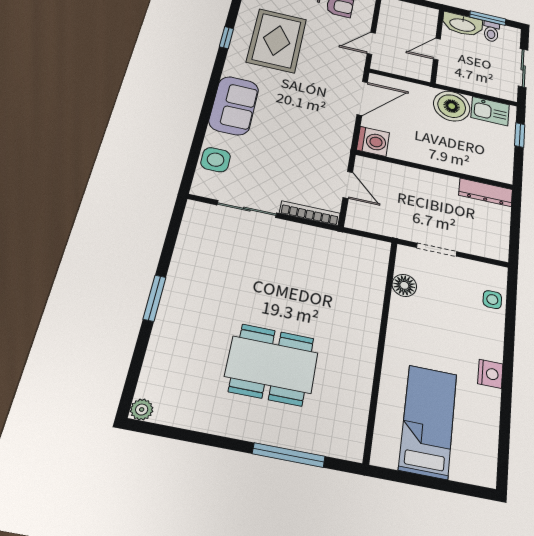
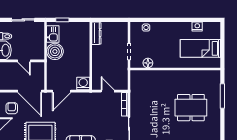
door: (371, 43) -> (30, 91), width x1.87
door: (362, 98) -> (62, 91), swing flipped
door: (348, 185) -> (108, 91), hinge flipped
dining table: (272, 365) -> (191, 108), turned 90
nightstand: (490, 374) -> (197, 26), moved

